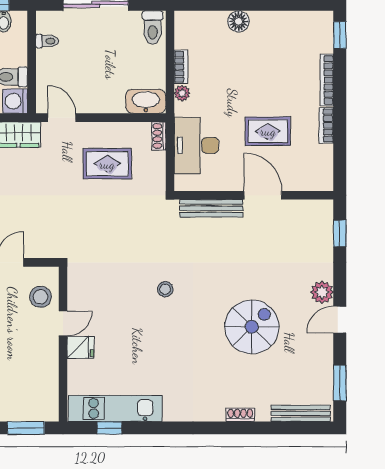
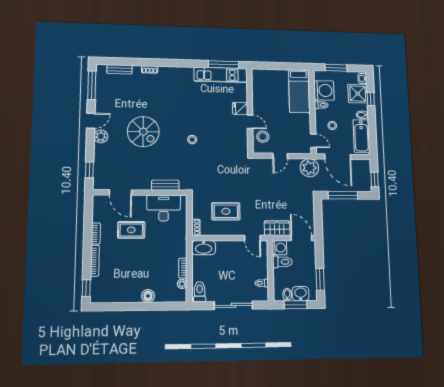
plant: (182, 93) -> (182, 284), moved
desk: (196, 145) -> (164, 208), moved, turned -90
door: (263, 195) -> (120, 192), moved
bench: (211, 208) -> (165, 185), width x0.73
door: (63, 323) -> (250, 122), swing flipped
spiral stairs: (252, 327) -> (143, 132), moved, turned -90
window: (340, 383) -> (92, 85), width x1.44
bench: (301, 413) -> (119, 69), width x0.73
window: (26, 428) -> (270, 66), removed
window: (109, 428) -> (223, 64), width x2.17

